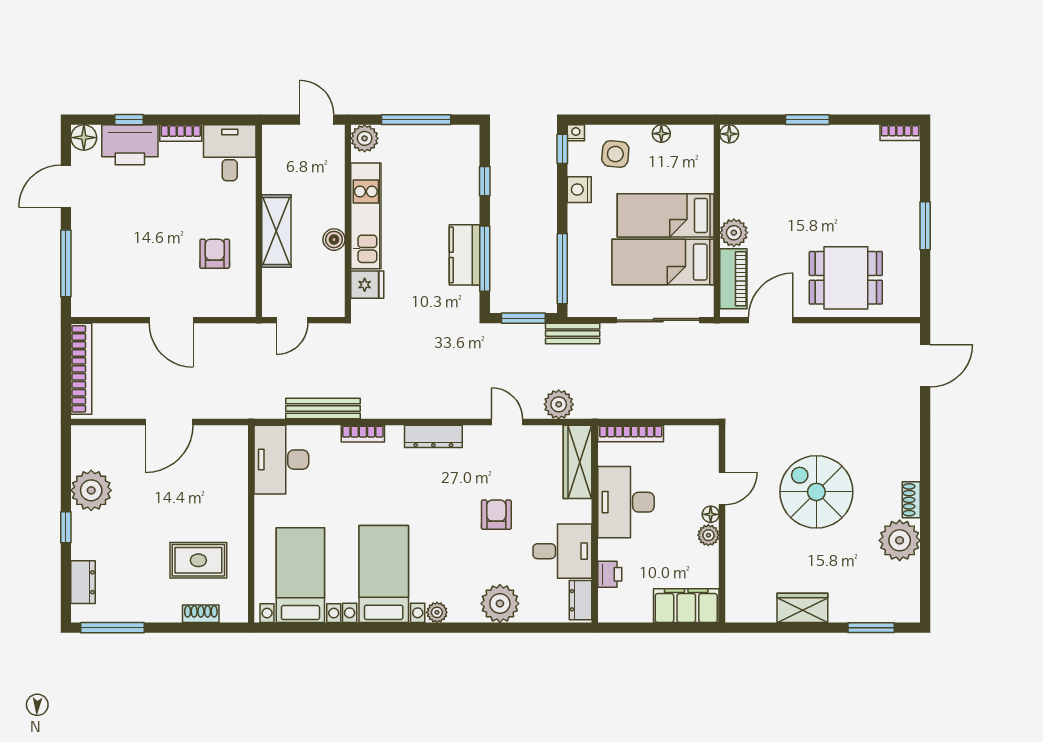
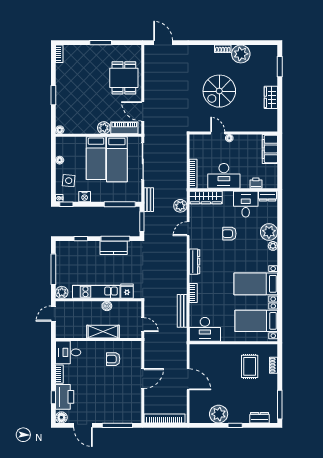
plant: (708, 535) -> (239, 139), removed
plant: (437, 612) -> (273, 246), moved

